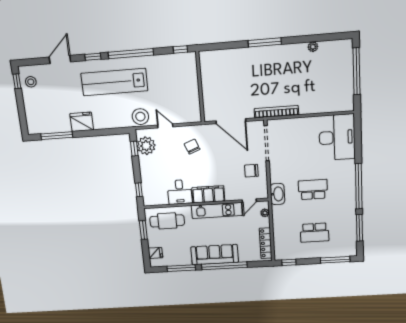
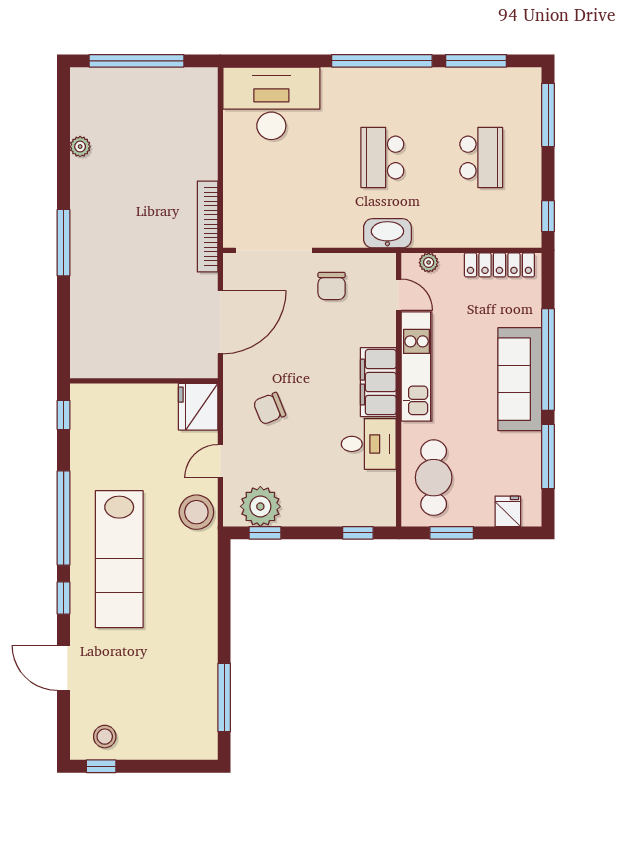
fridge: (82, 122) -> (198, 407), moved

